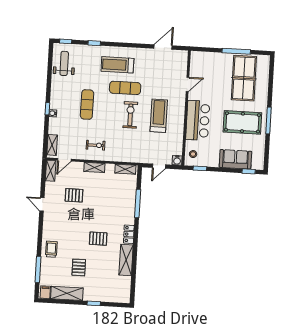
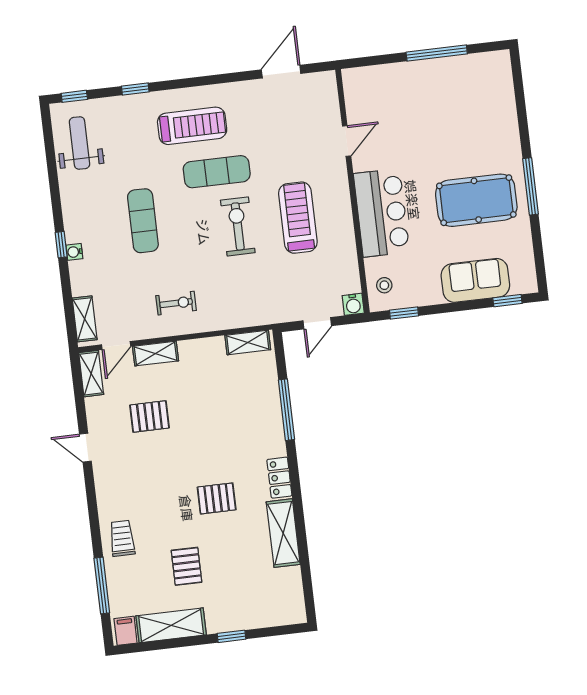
treadmill: (117, 65) -> (192, 126), turned 180
table tennis table: (244, 78) -> (463, 107), removed
shelving: (94, 167) -> (156, 354), moved

